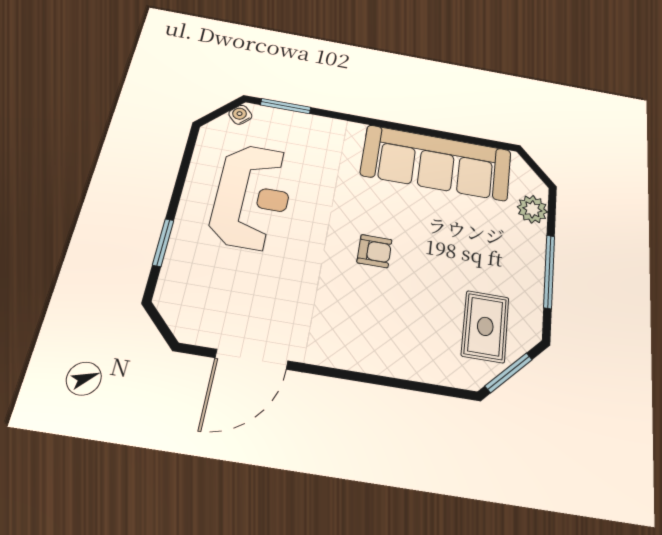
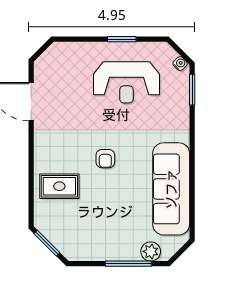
window: (163, 243) -> (122, 39), moved
window: (549, 271) -> (128, 264), moved
rug: (485, 326) -> (59, 186), moved

